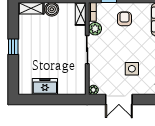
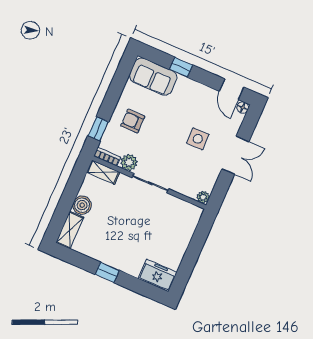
freezer: (45, 86) -> (158, 275), moved, turned 90
double door: (119, 99) -> (235, 155), moved

